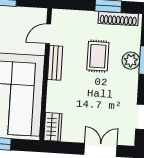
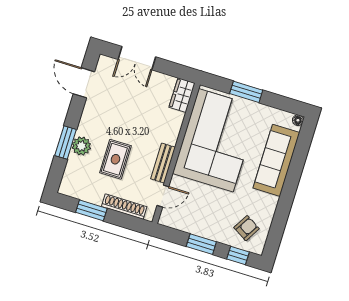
shoe rack: (118, 19) -> (124, 207), moved

